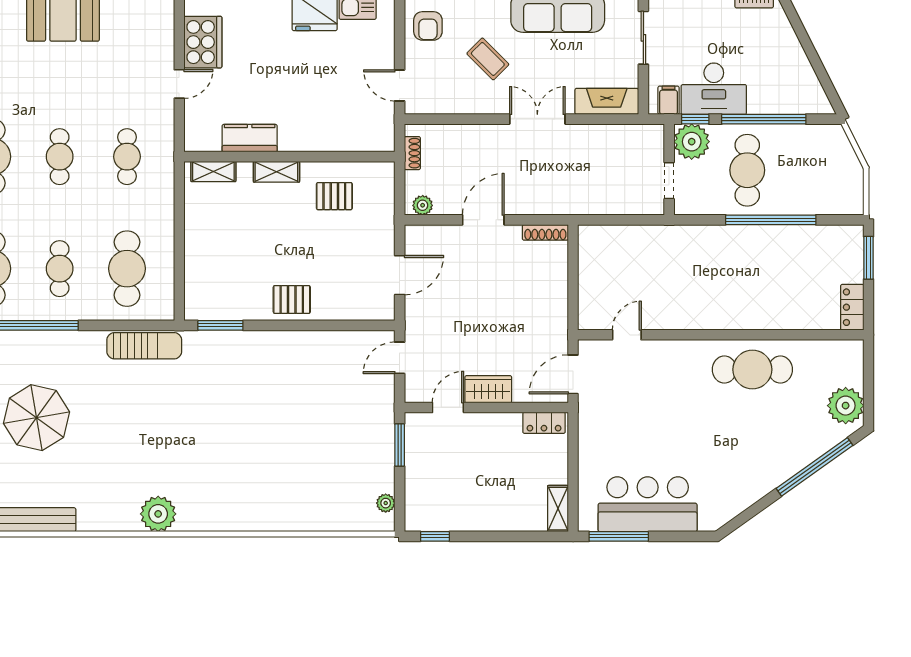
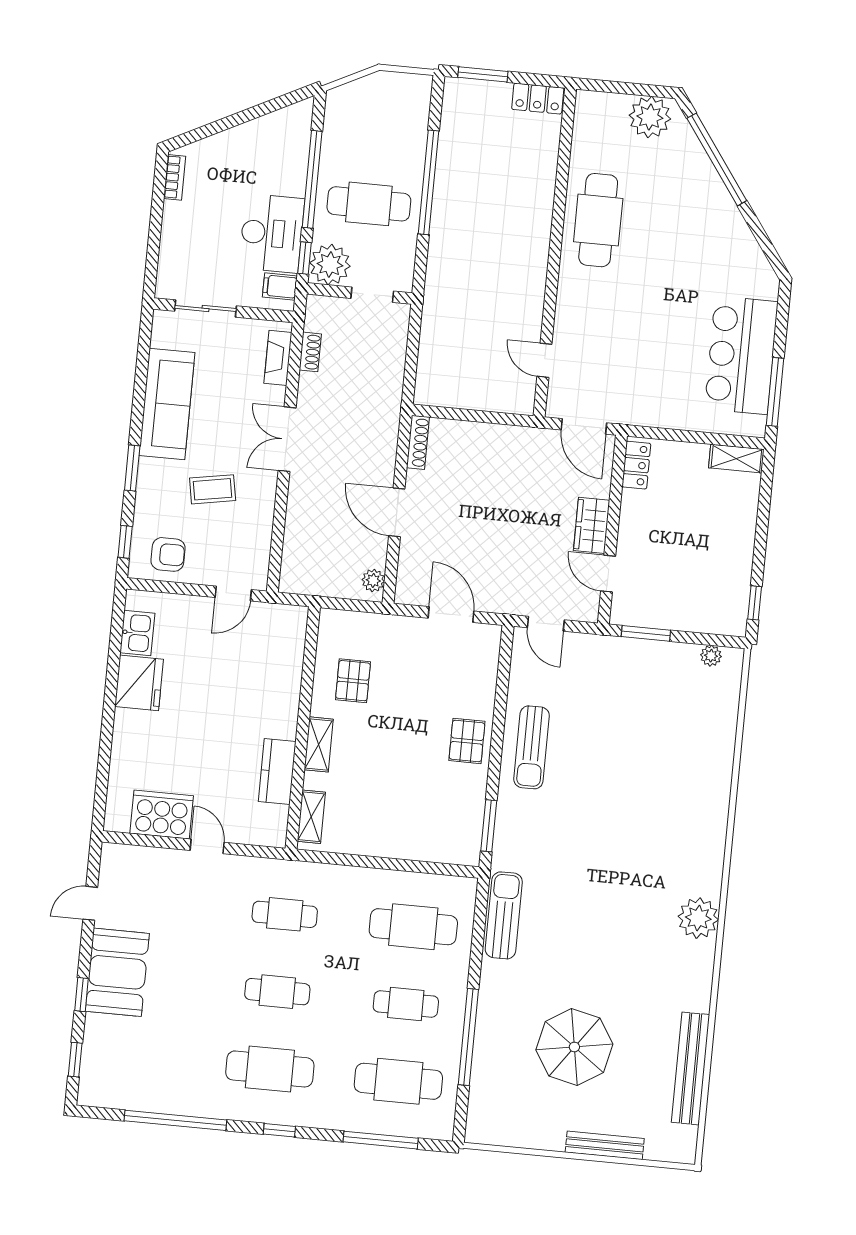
coffee table: (488, 59) -> (213, 489), turned 35
fireplace: (607, 101) -> (278, 358), width x0.73, depth x0.76
shoe rack: (412, 153) -> (310, 352), moved, turned 90
sun lounger: (292, 356) -> (532, 747), added

